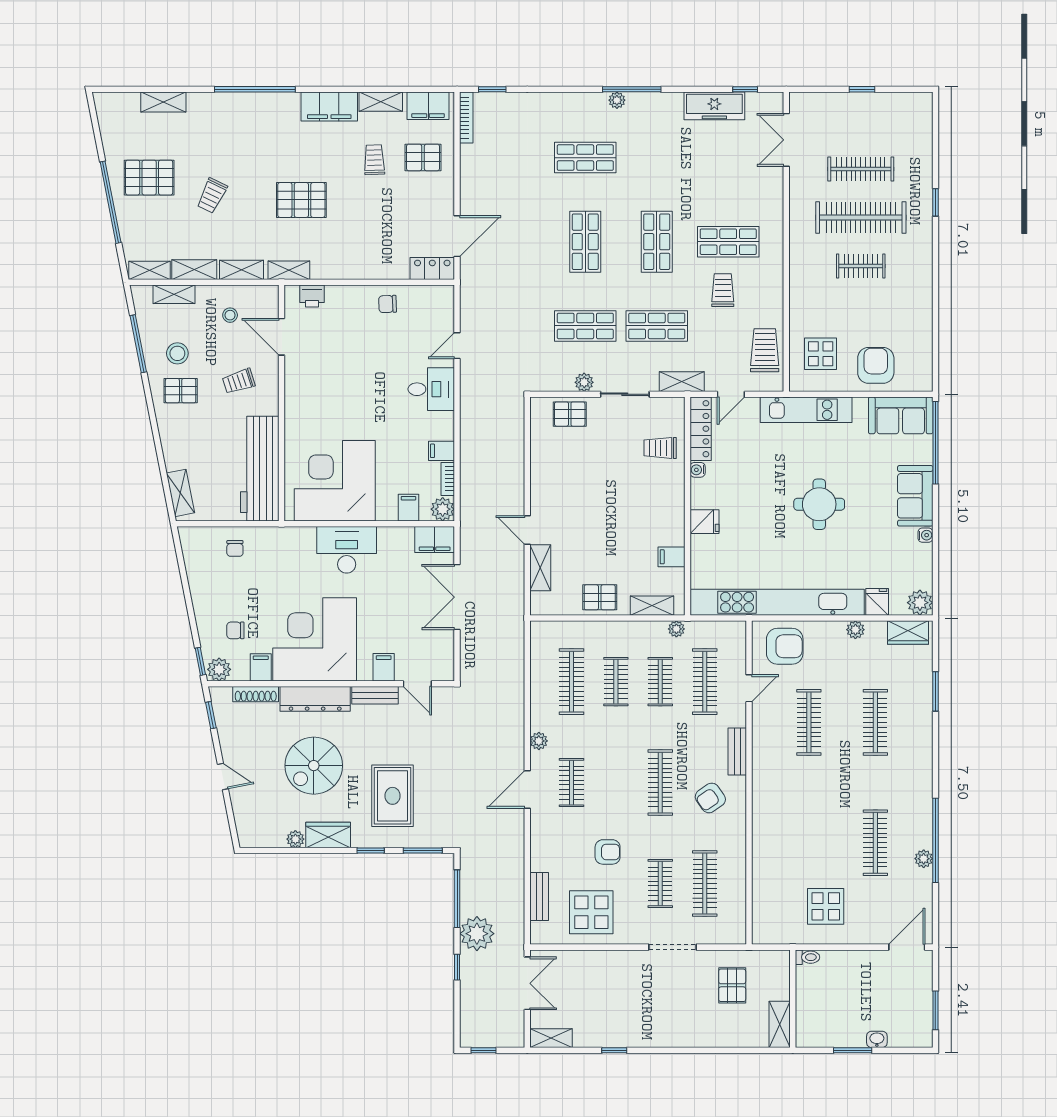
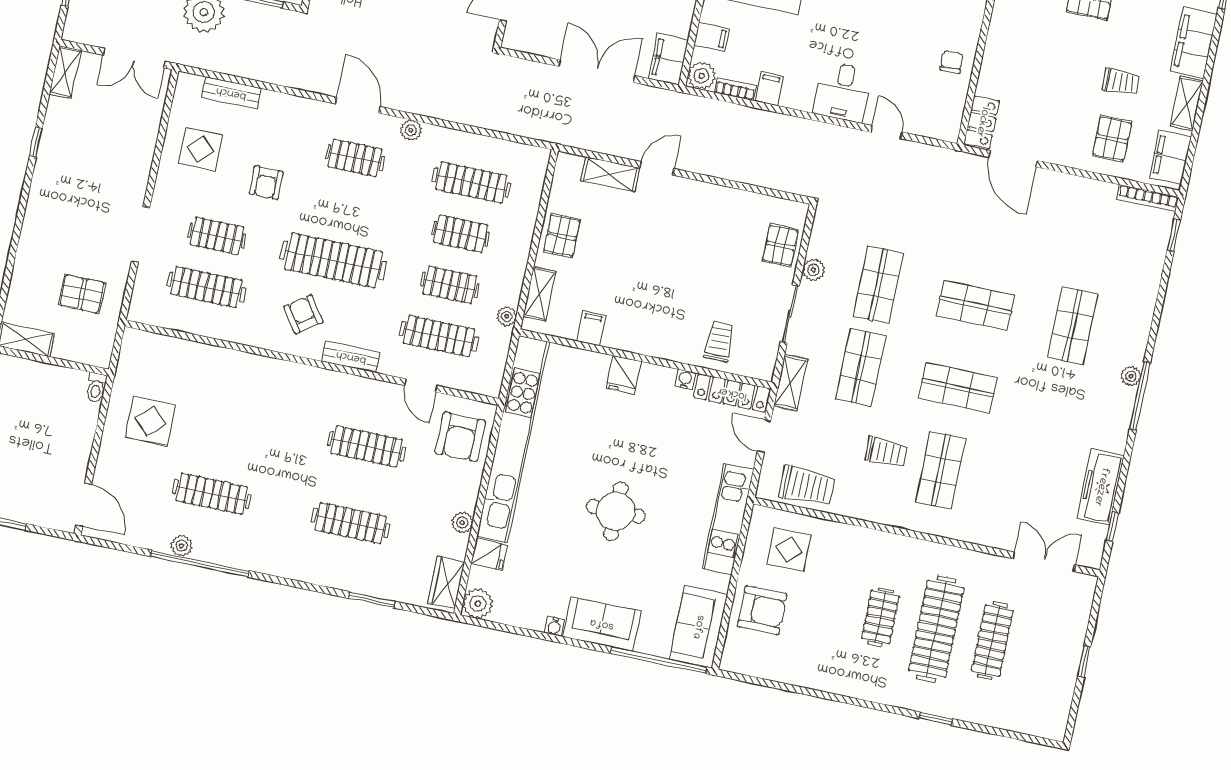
clothes rail: (660, 783) -> (333, 260), width x1.37, depth x1.31
display table: (591, 912) -> (201, 149), width x0.73, depth x0.73

